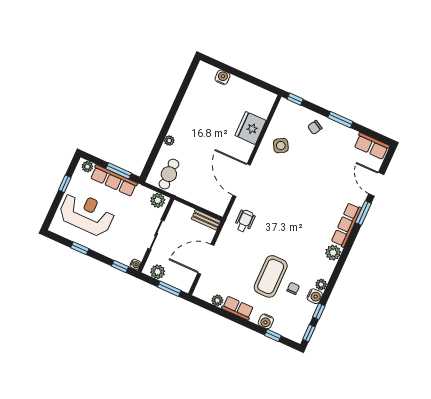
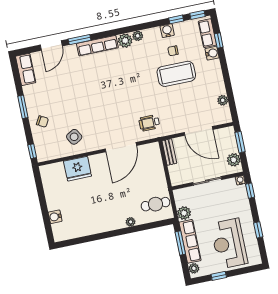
plant: (158, 200) -> (184, 213), moved
plant: (321, 285) -> (138, 36), moved
row of seats: (238, 308) -> (207, 33), moved

